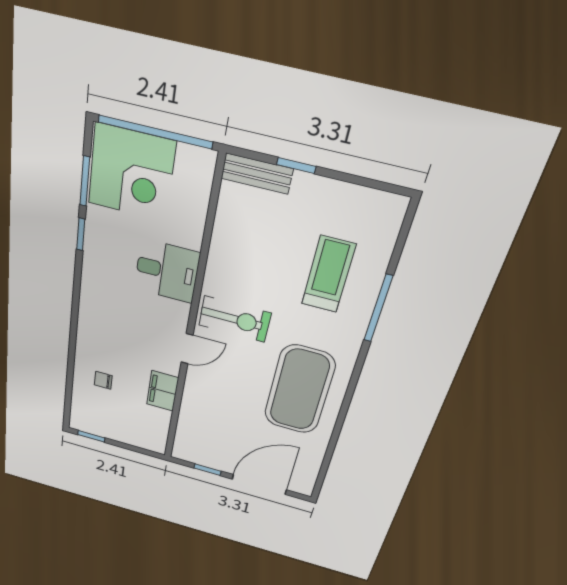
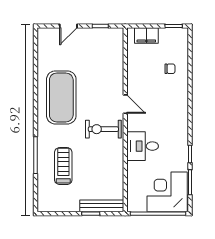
bench: (257, 174) -> (102, 206), width x1.36
treadmill: (328, 274) -> (63, 166), turned 180
door: (187, 349) -> (125, 104), swing flipped
filing cabinet: (163, 391) -> (146, 35), moved, turned 90
door: (259, 484) -> (68, 26), width x0.53

